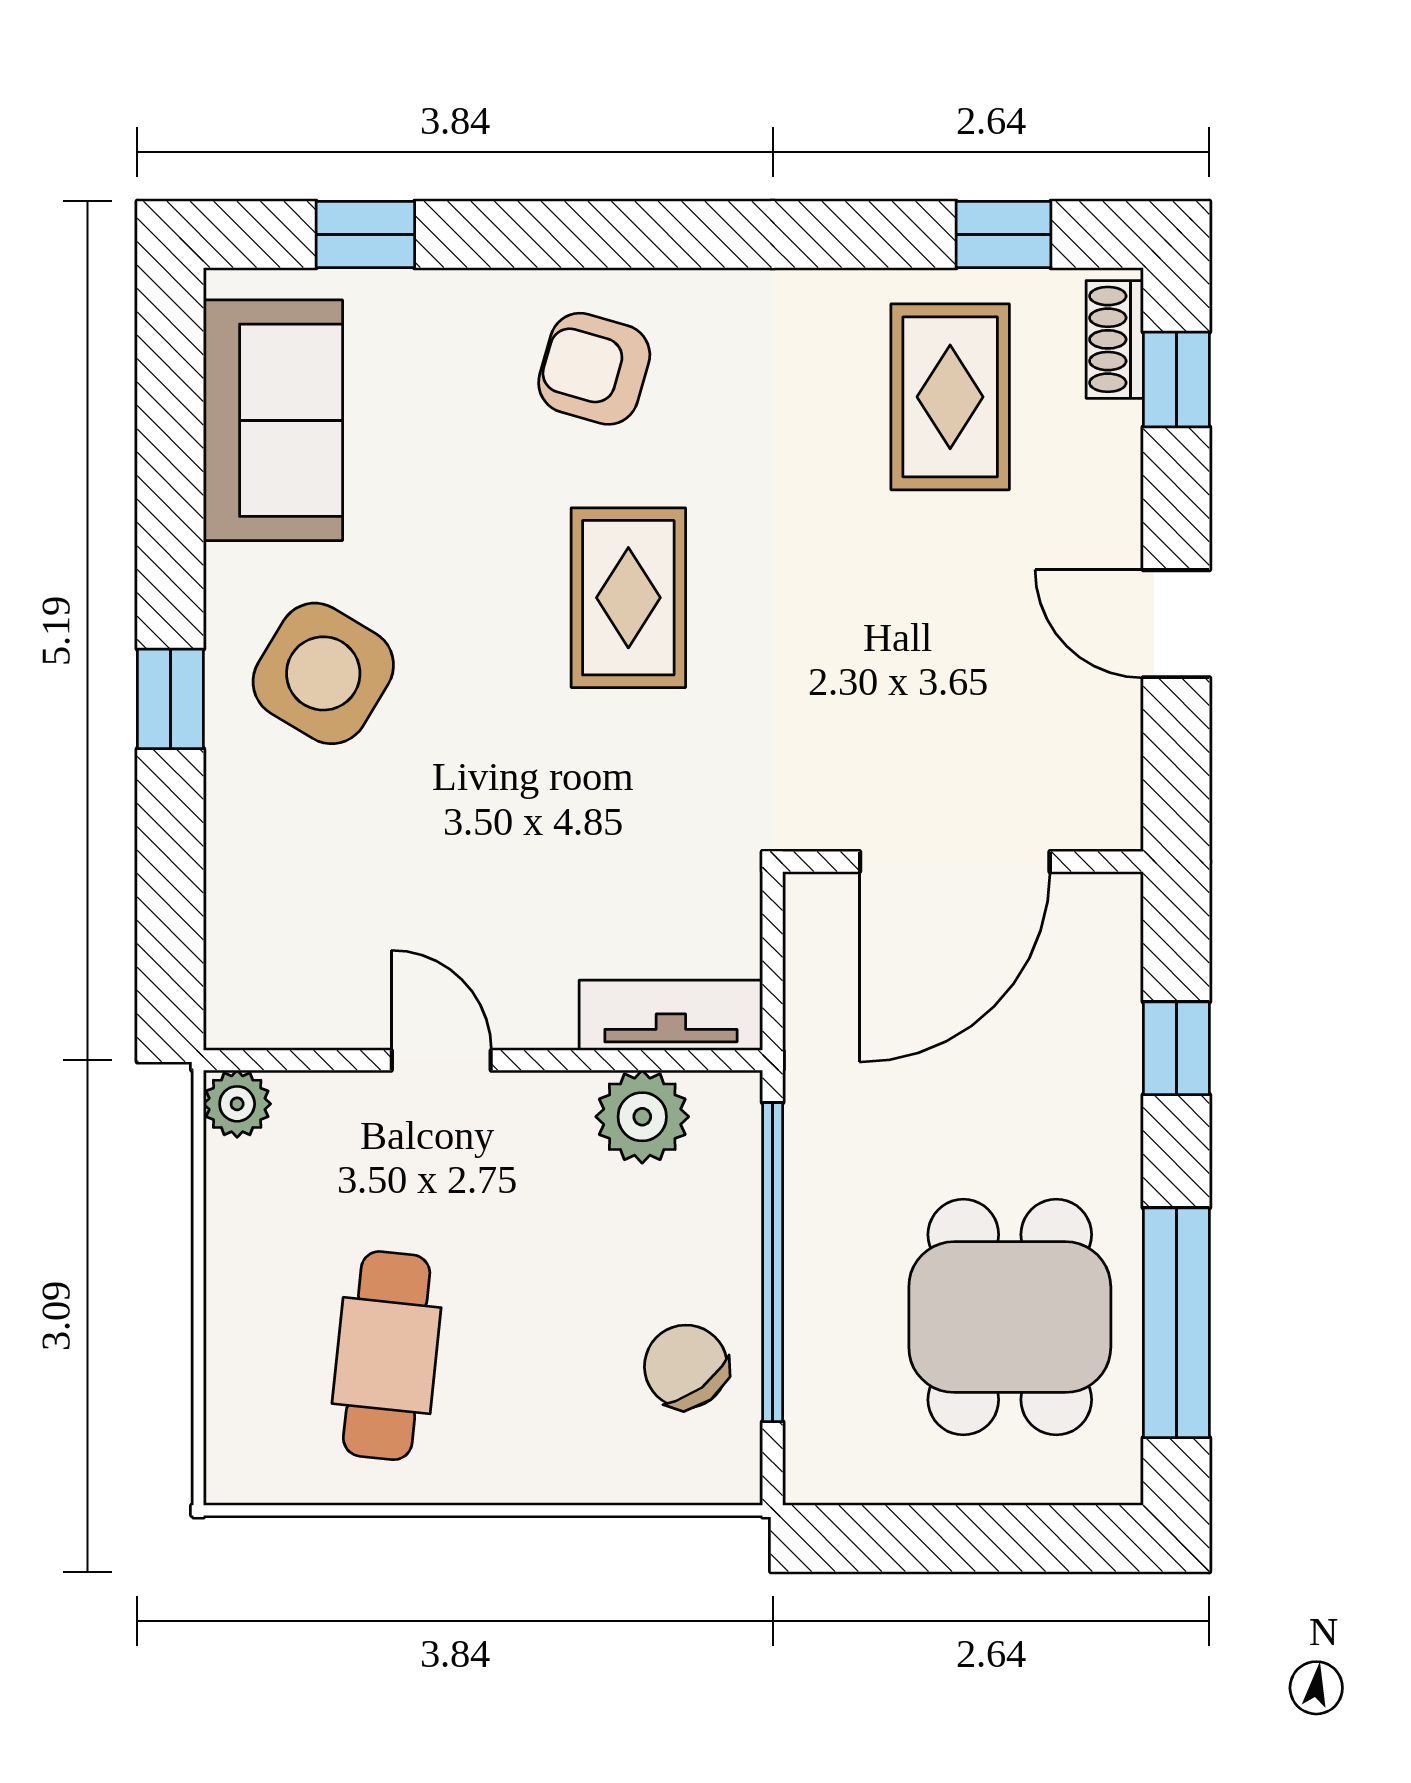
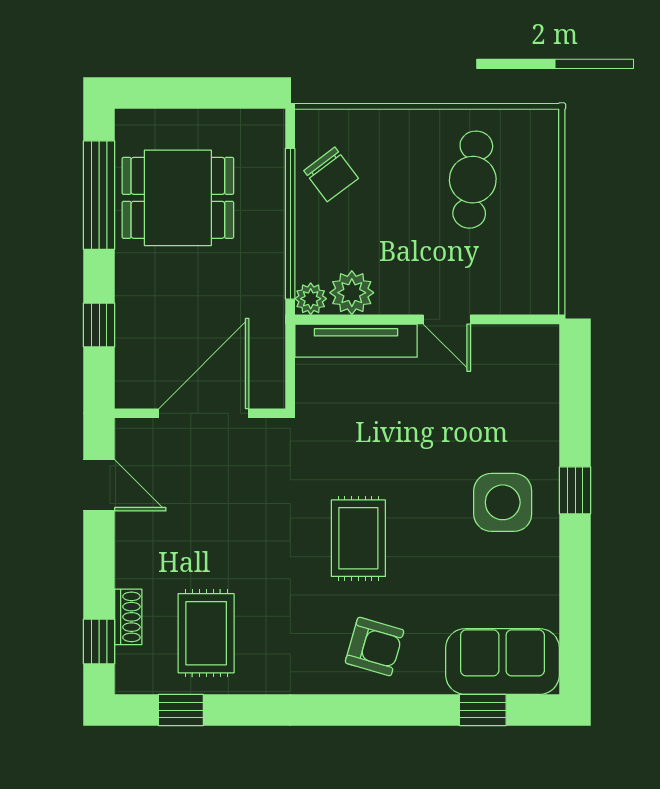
shoe rack: (1115, 339) -> (128, 617), moved
sofa: (273, 420) -> (502, 661), moved, turned 90
door: (1176, 624) -> (99, 485), moved
side table: (323, 673) -> (503, 502), turned -31
tv unit: (671, 1015) -> (356, 341), width x1.41
plant: (237, 1104) -> (311, 299), moved
dining table: (1010, 1317) -> (178, 198), turned 90

